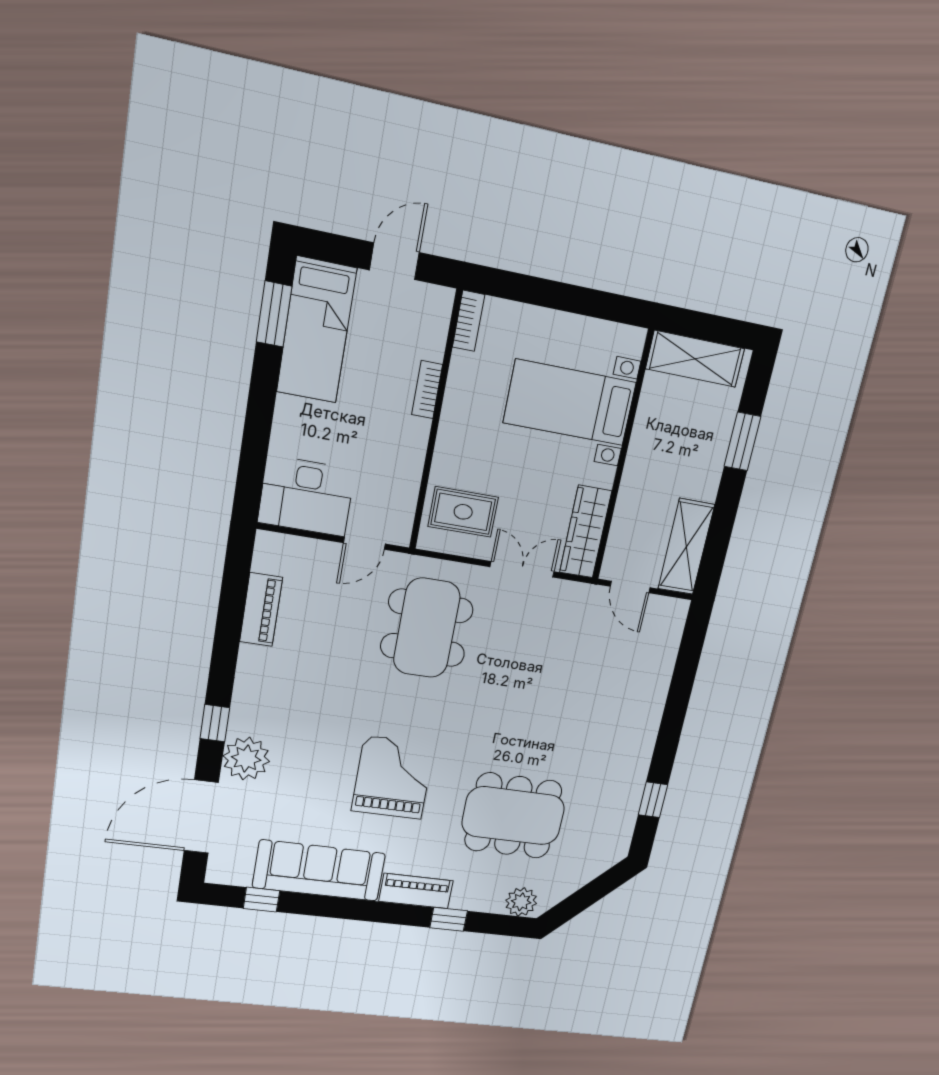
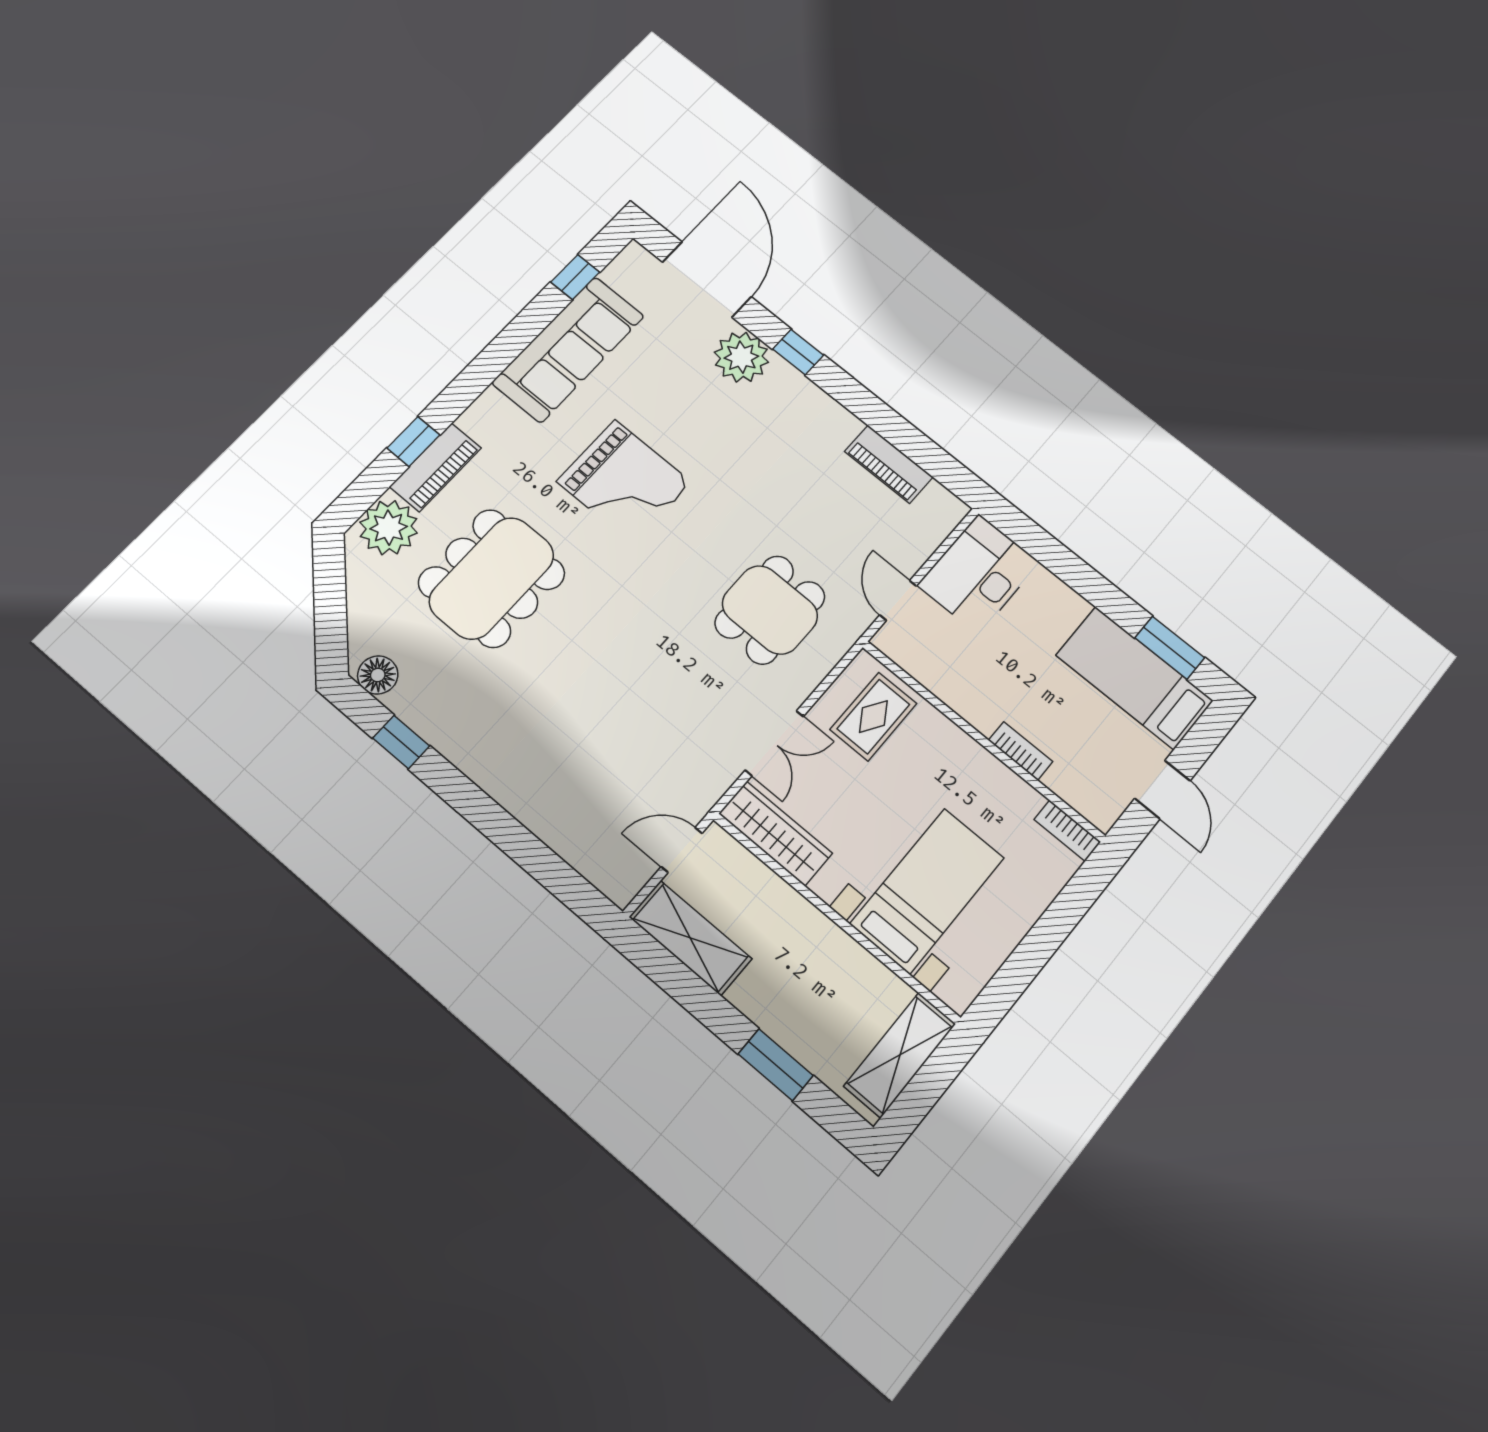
dining table: (427, 628) -> (770, 610), width x0.73
floor lamp: (618, 840) -> (378, 675), added
piano: (416, 891) -> (436, 467), moved
plant: (521, 902) -> (389, 528), width x1.36, depth x1.36

